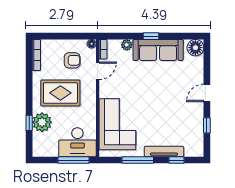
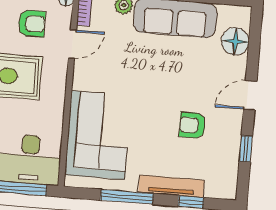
floor lamp: (195, 48) -> (235, 41), moved
armchair: (174, 114) -> (192, 125), added

